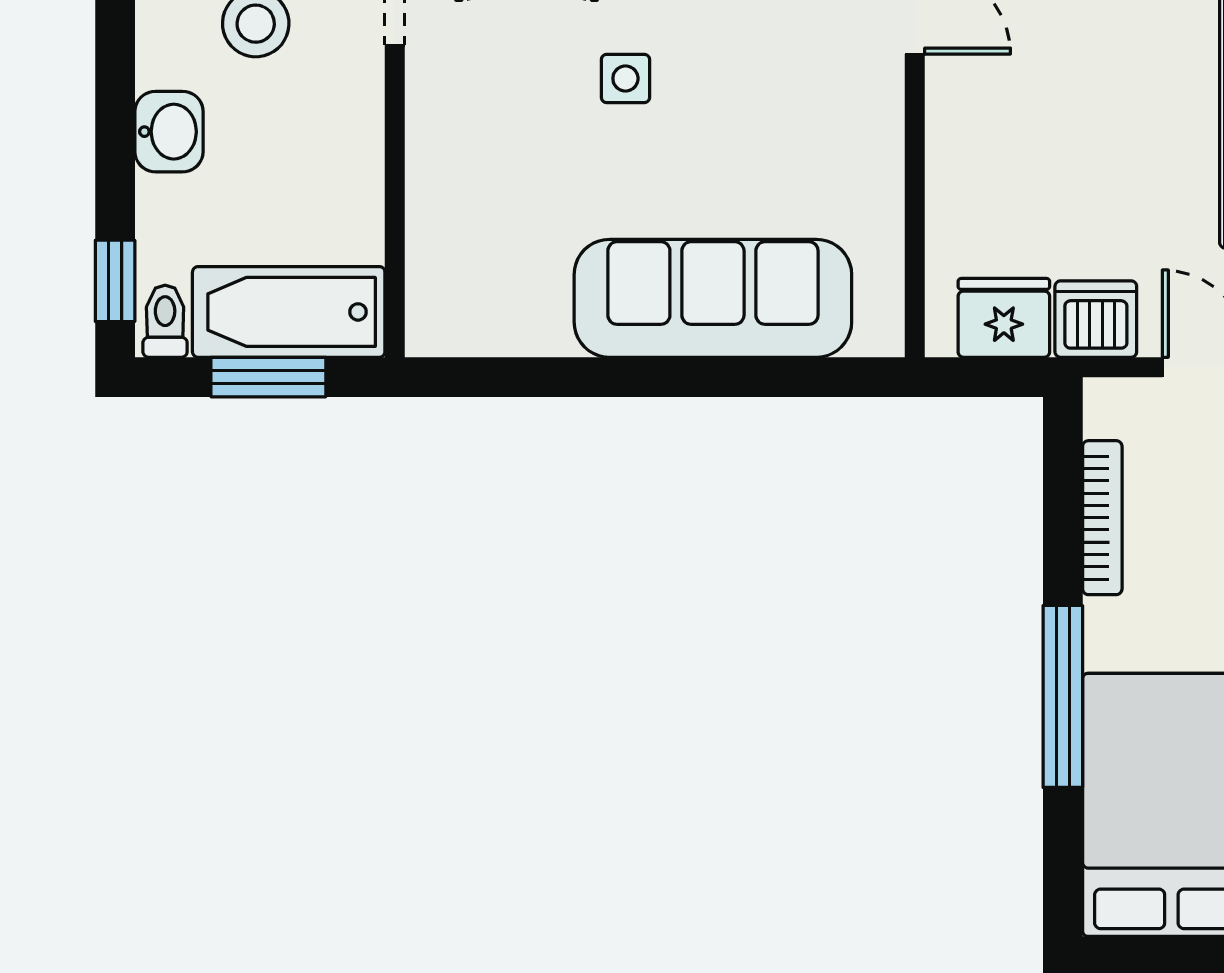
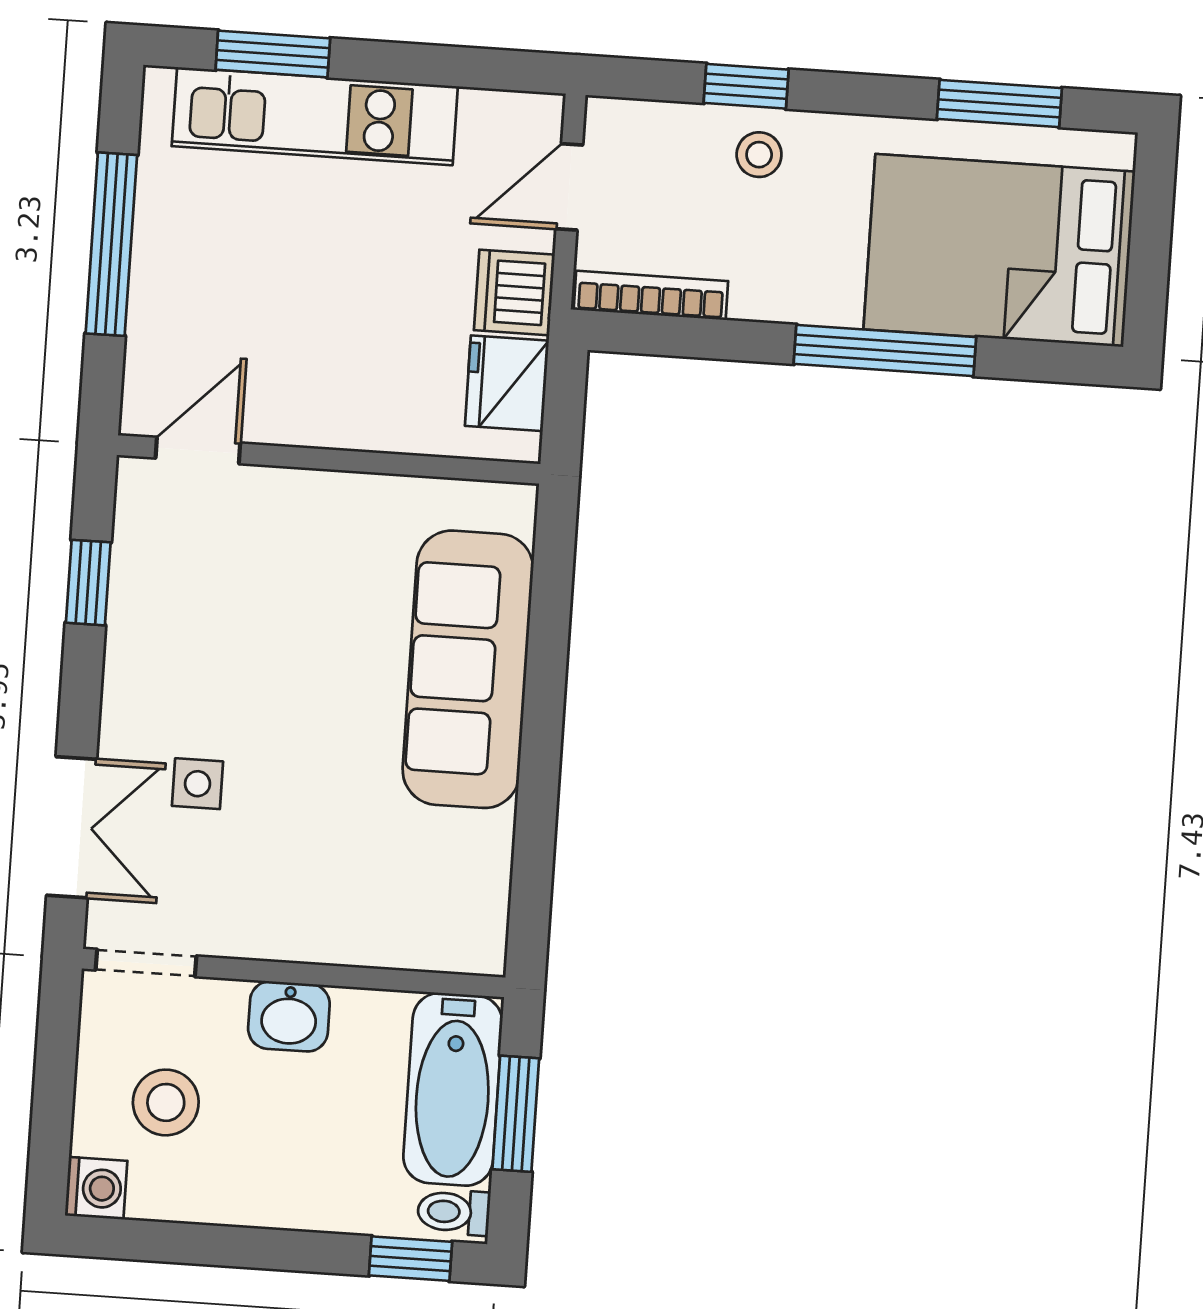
side table: (625, 78) -> (197, 784), moved
washbasin: (169, 132) -> (289, 1016), moved, turned 180
bookcase: (1102, 518) -> (651, 295), moved

